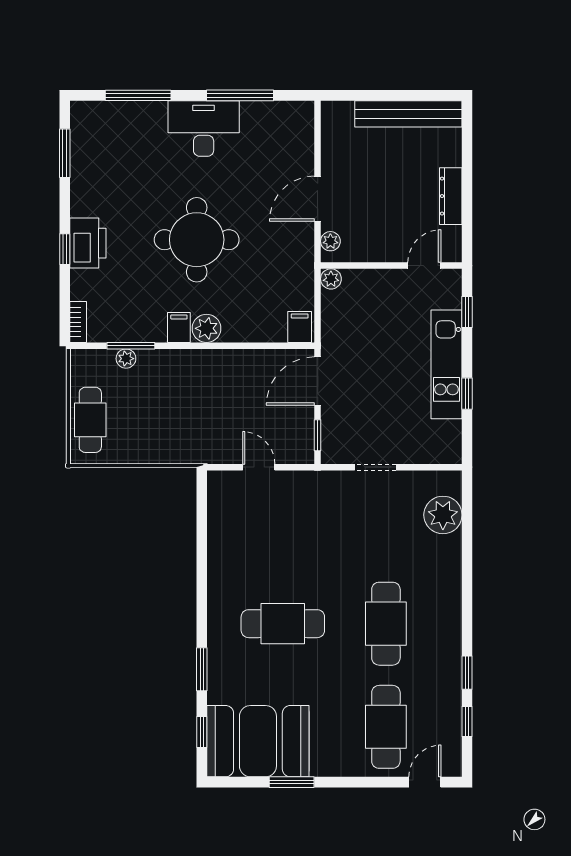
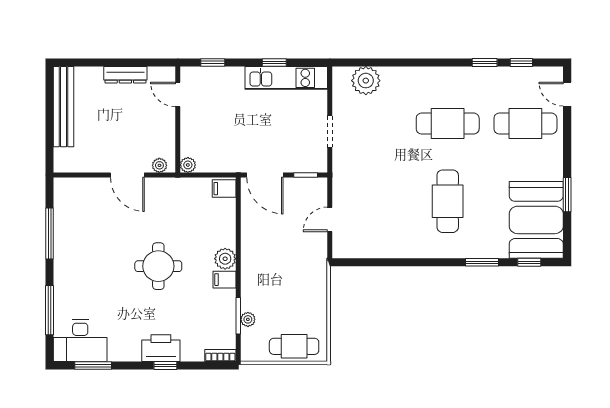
desk: (204, 128) -> (80, 341), moved, turned -90
round table: (197, 240) -> (158, 266), width x0.73, depth x0.73
kitchen unit: (446, 364) -> (286, 78), moved

